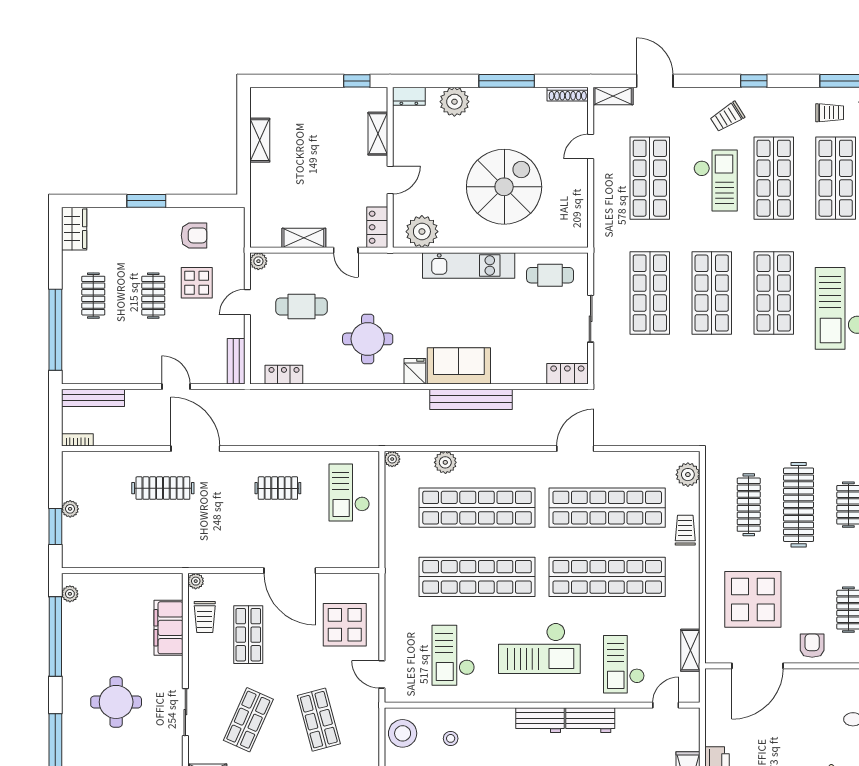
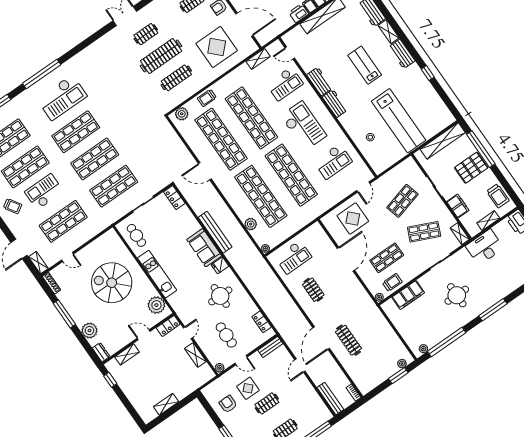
plant: (70, 509) -> (402, 364), moved
stool: (403, 733) -> (383, 160), removed

